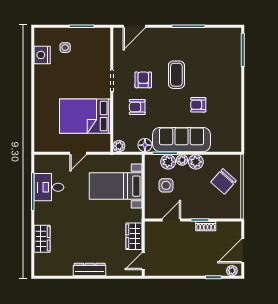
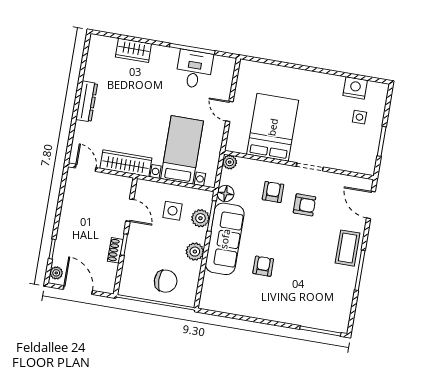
coffee table: (176, 75) -> (348, 248), moved, turned 90
plant: (182, 160) -> (200, 235), removed
chair: (224, 181) -> (166, 281), turned 138
wardrobe: (134, 236) -> (126, 163), width x1.50

